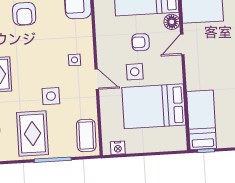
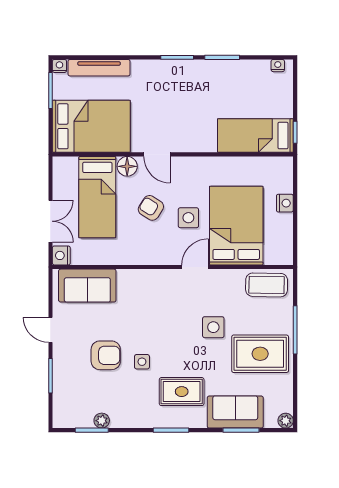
armchair: (141, 42) -> (151, 208), turned 122
side table: (75, 60) -> (142, 362), moved
bed: (154, 106) -> (236, 226), moved, turned 180
nightstand: (118, 148) -> (285, 203), moved

